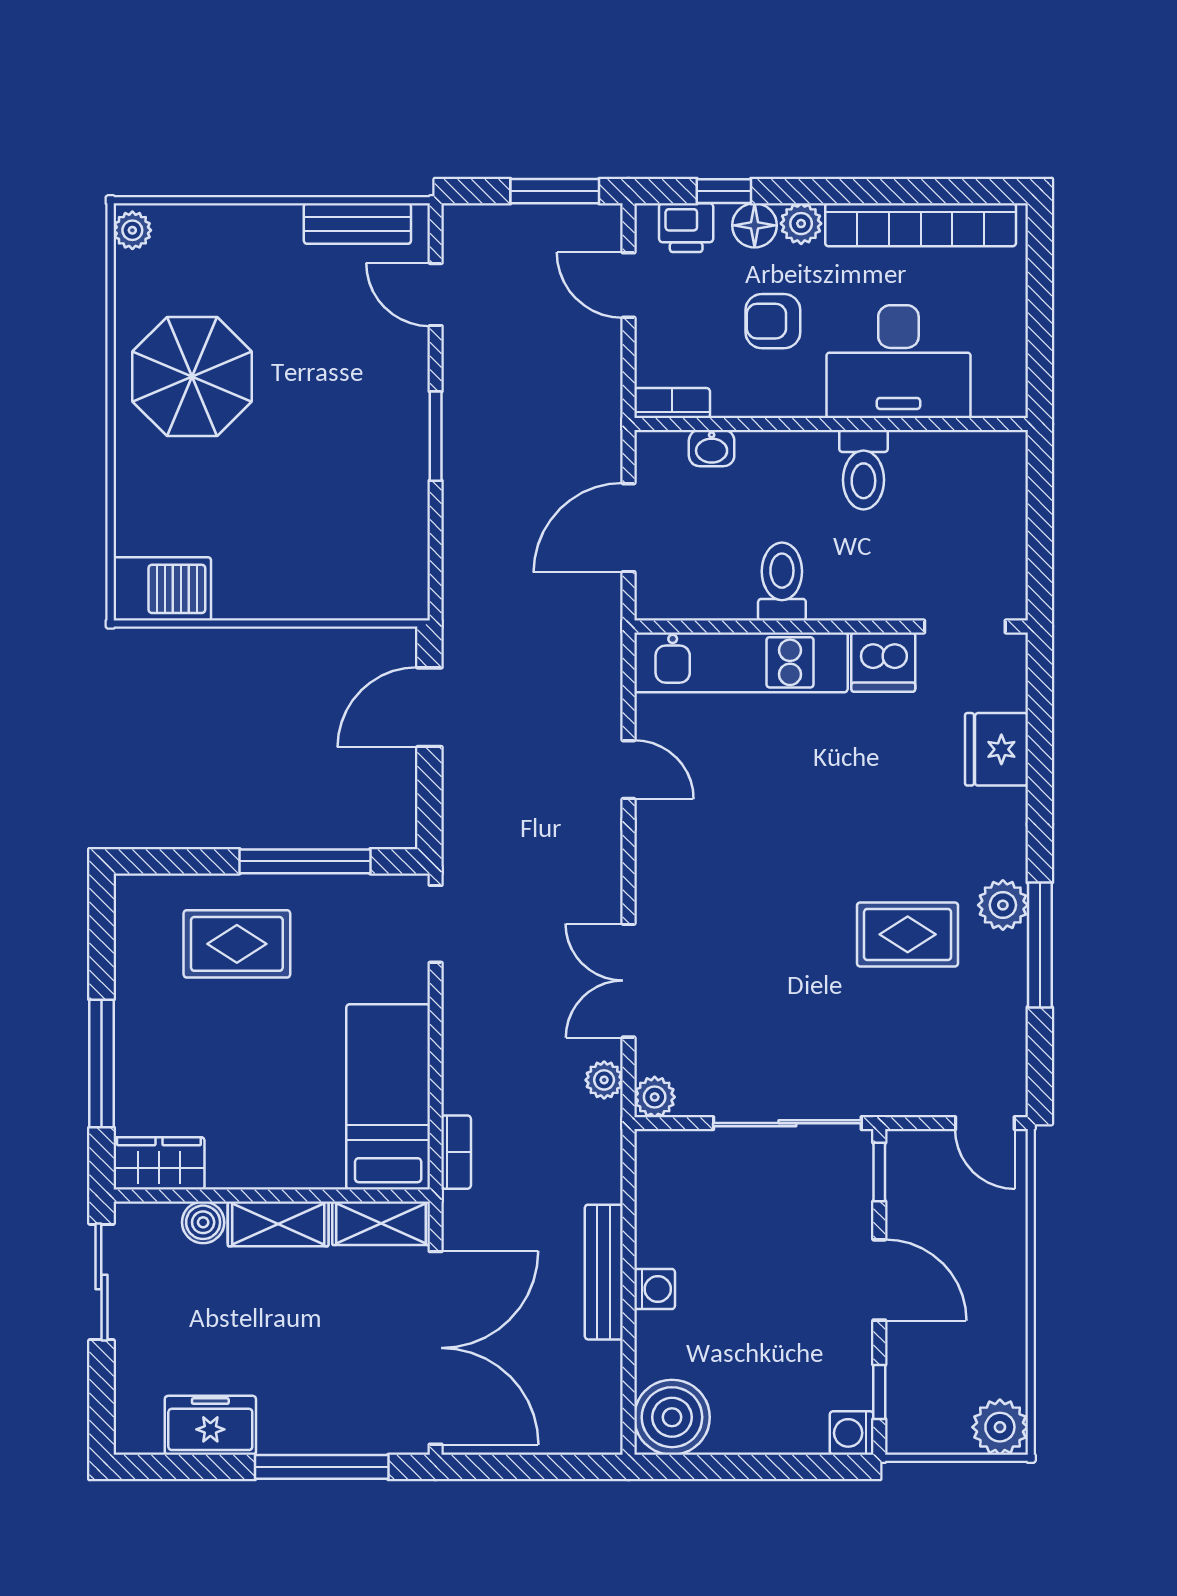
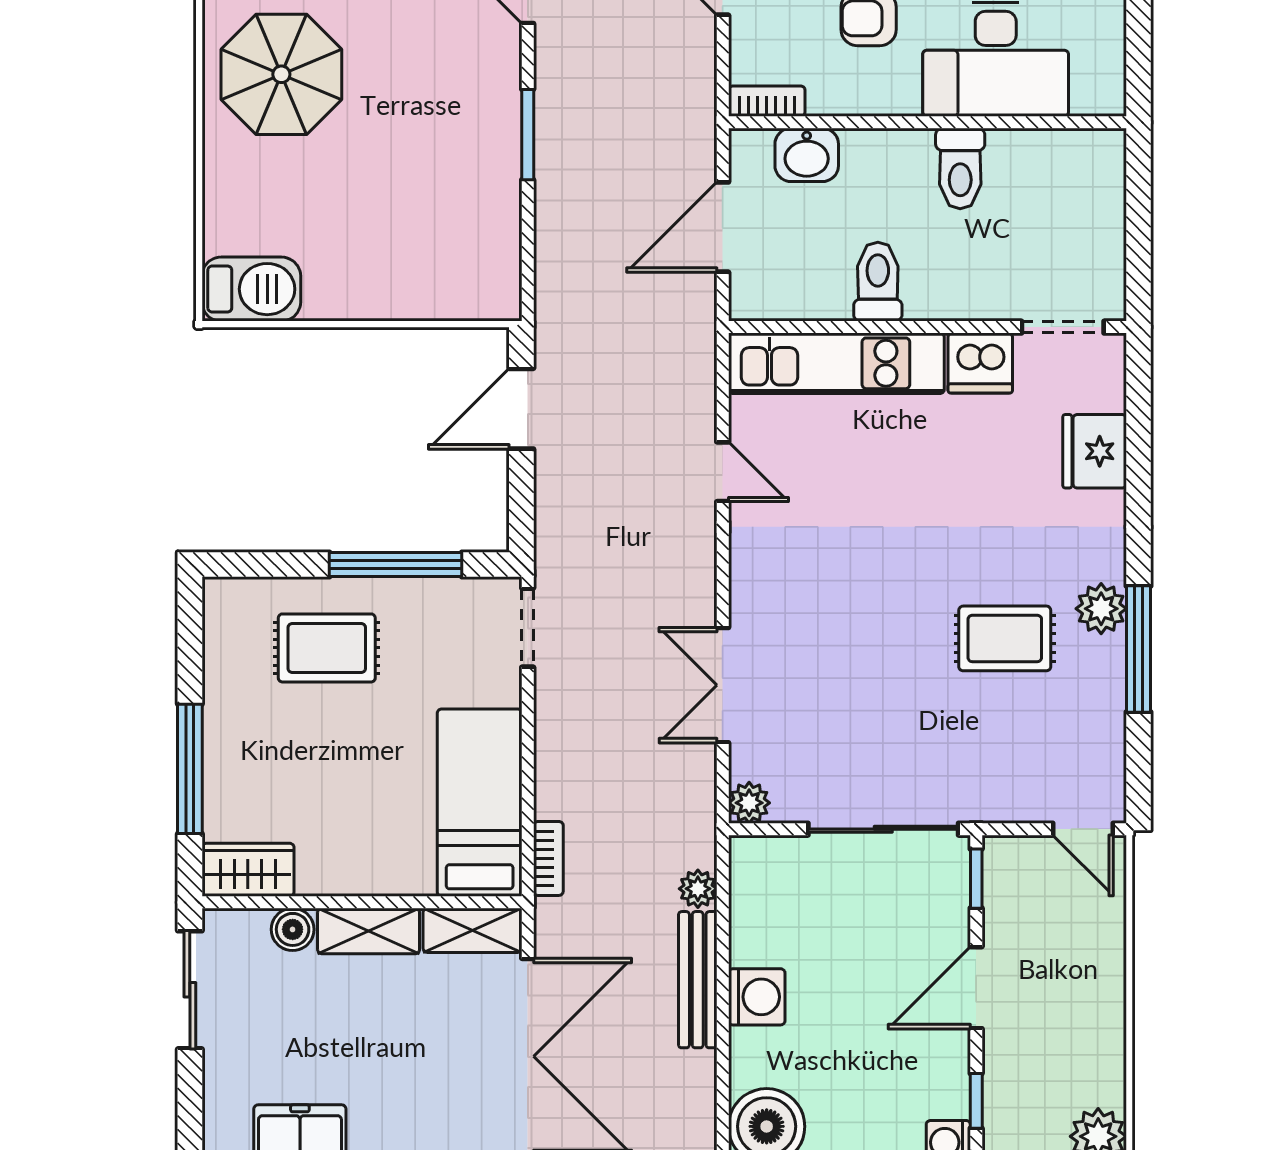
washbasin: (712, 448) -> (807, 155), width x1.38, depth x1.45
plant: (604, 1080) -> (698, 889), moved
door: (879, 1280) -> (976, 988), swing flipped
washing machine: (655, 1289) -> (757, 997), width x1.38, depth x1.38

